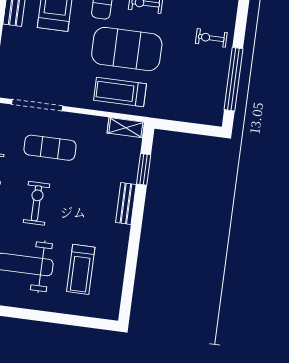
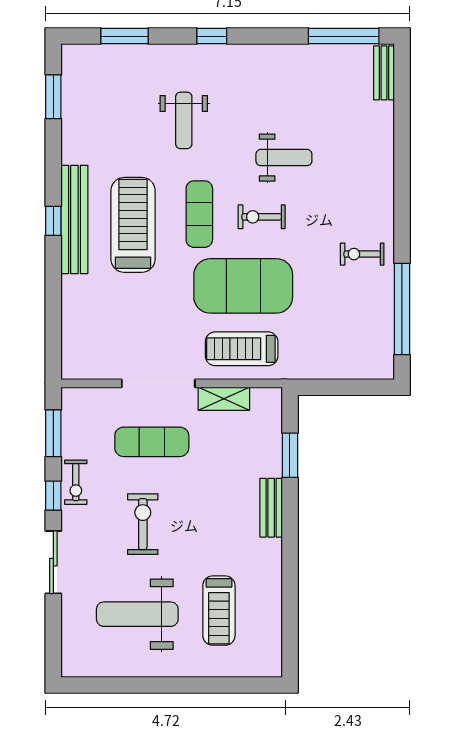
doorway: (37, 105) -> (158, 383), moved
shelving: (126, 128) -> (224, 399), moved

